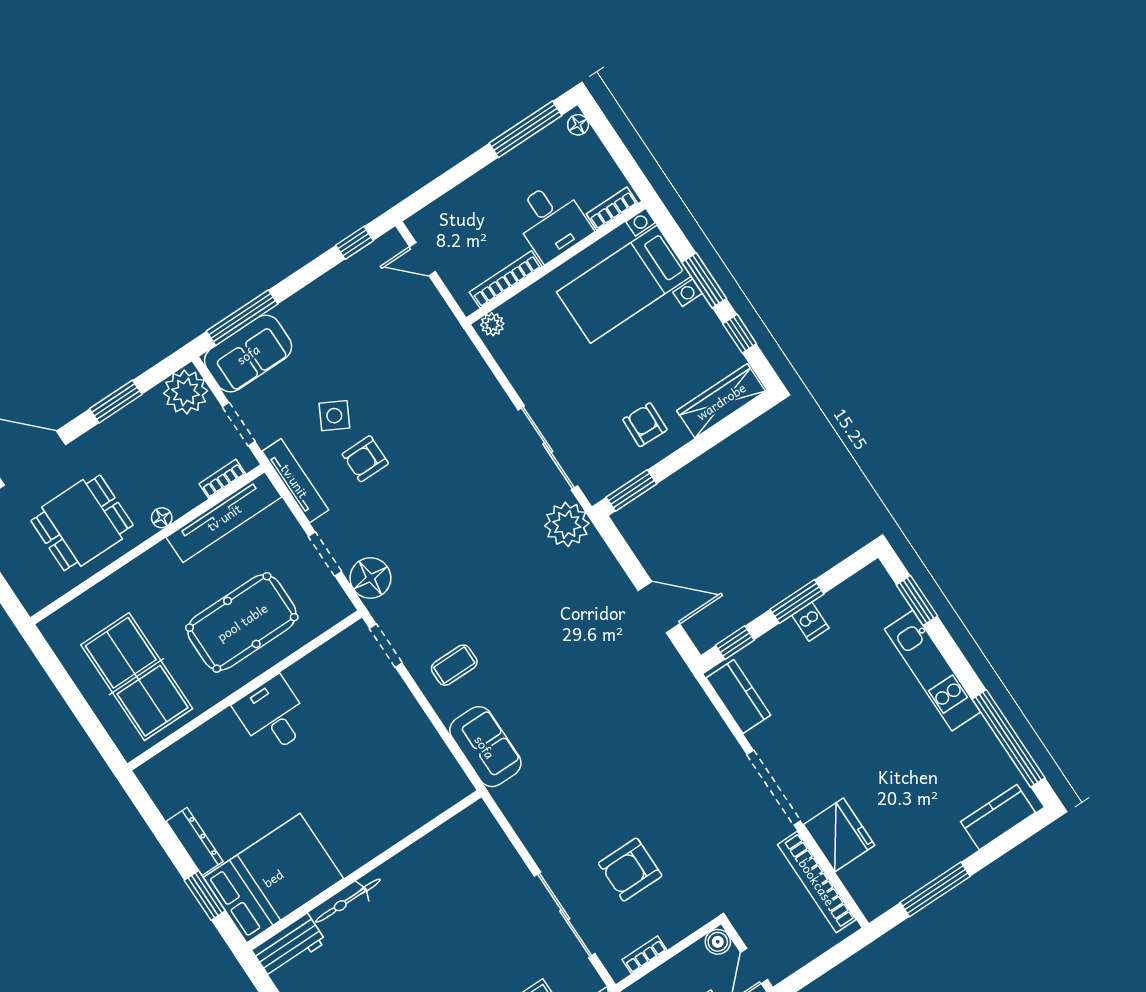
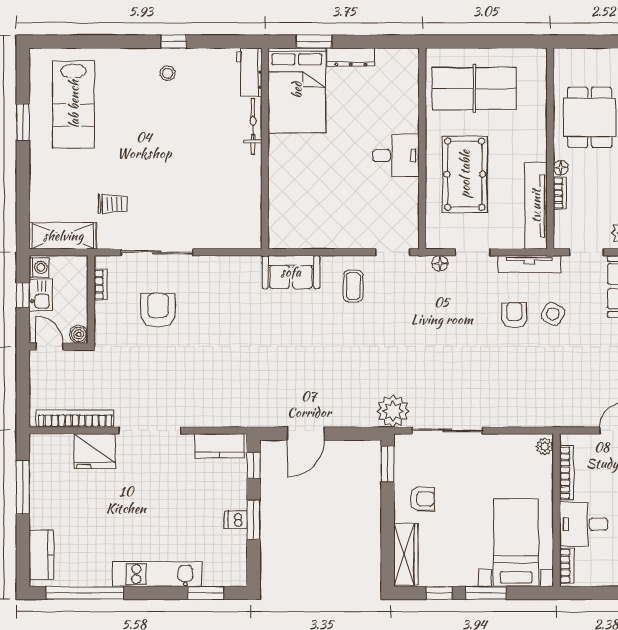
bookcase: (222, 479) -> (560, 193), moved
floor lamp: (370, 578) -> (440, 263), width x0.53, depth x0.53

